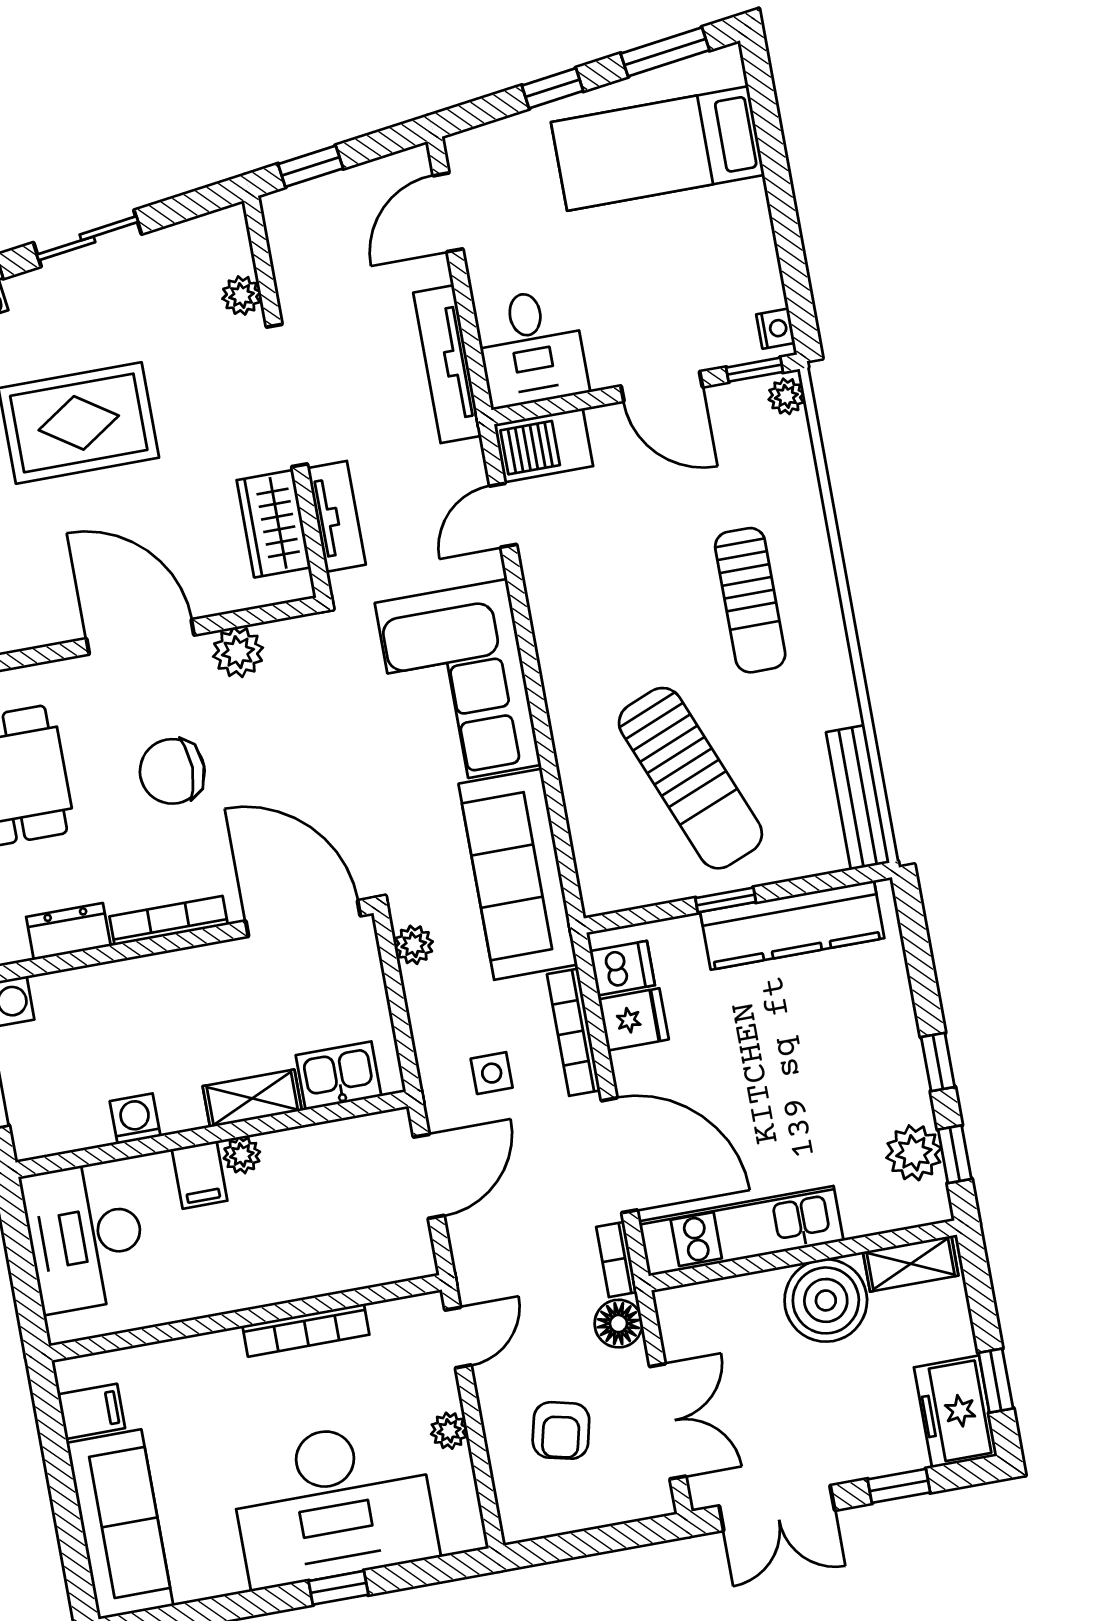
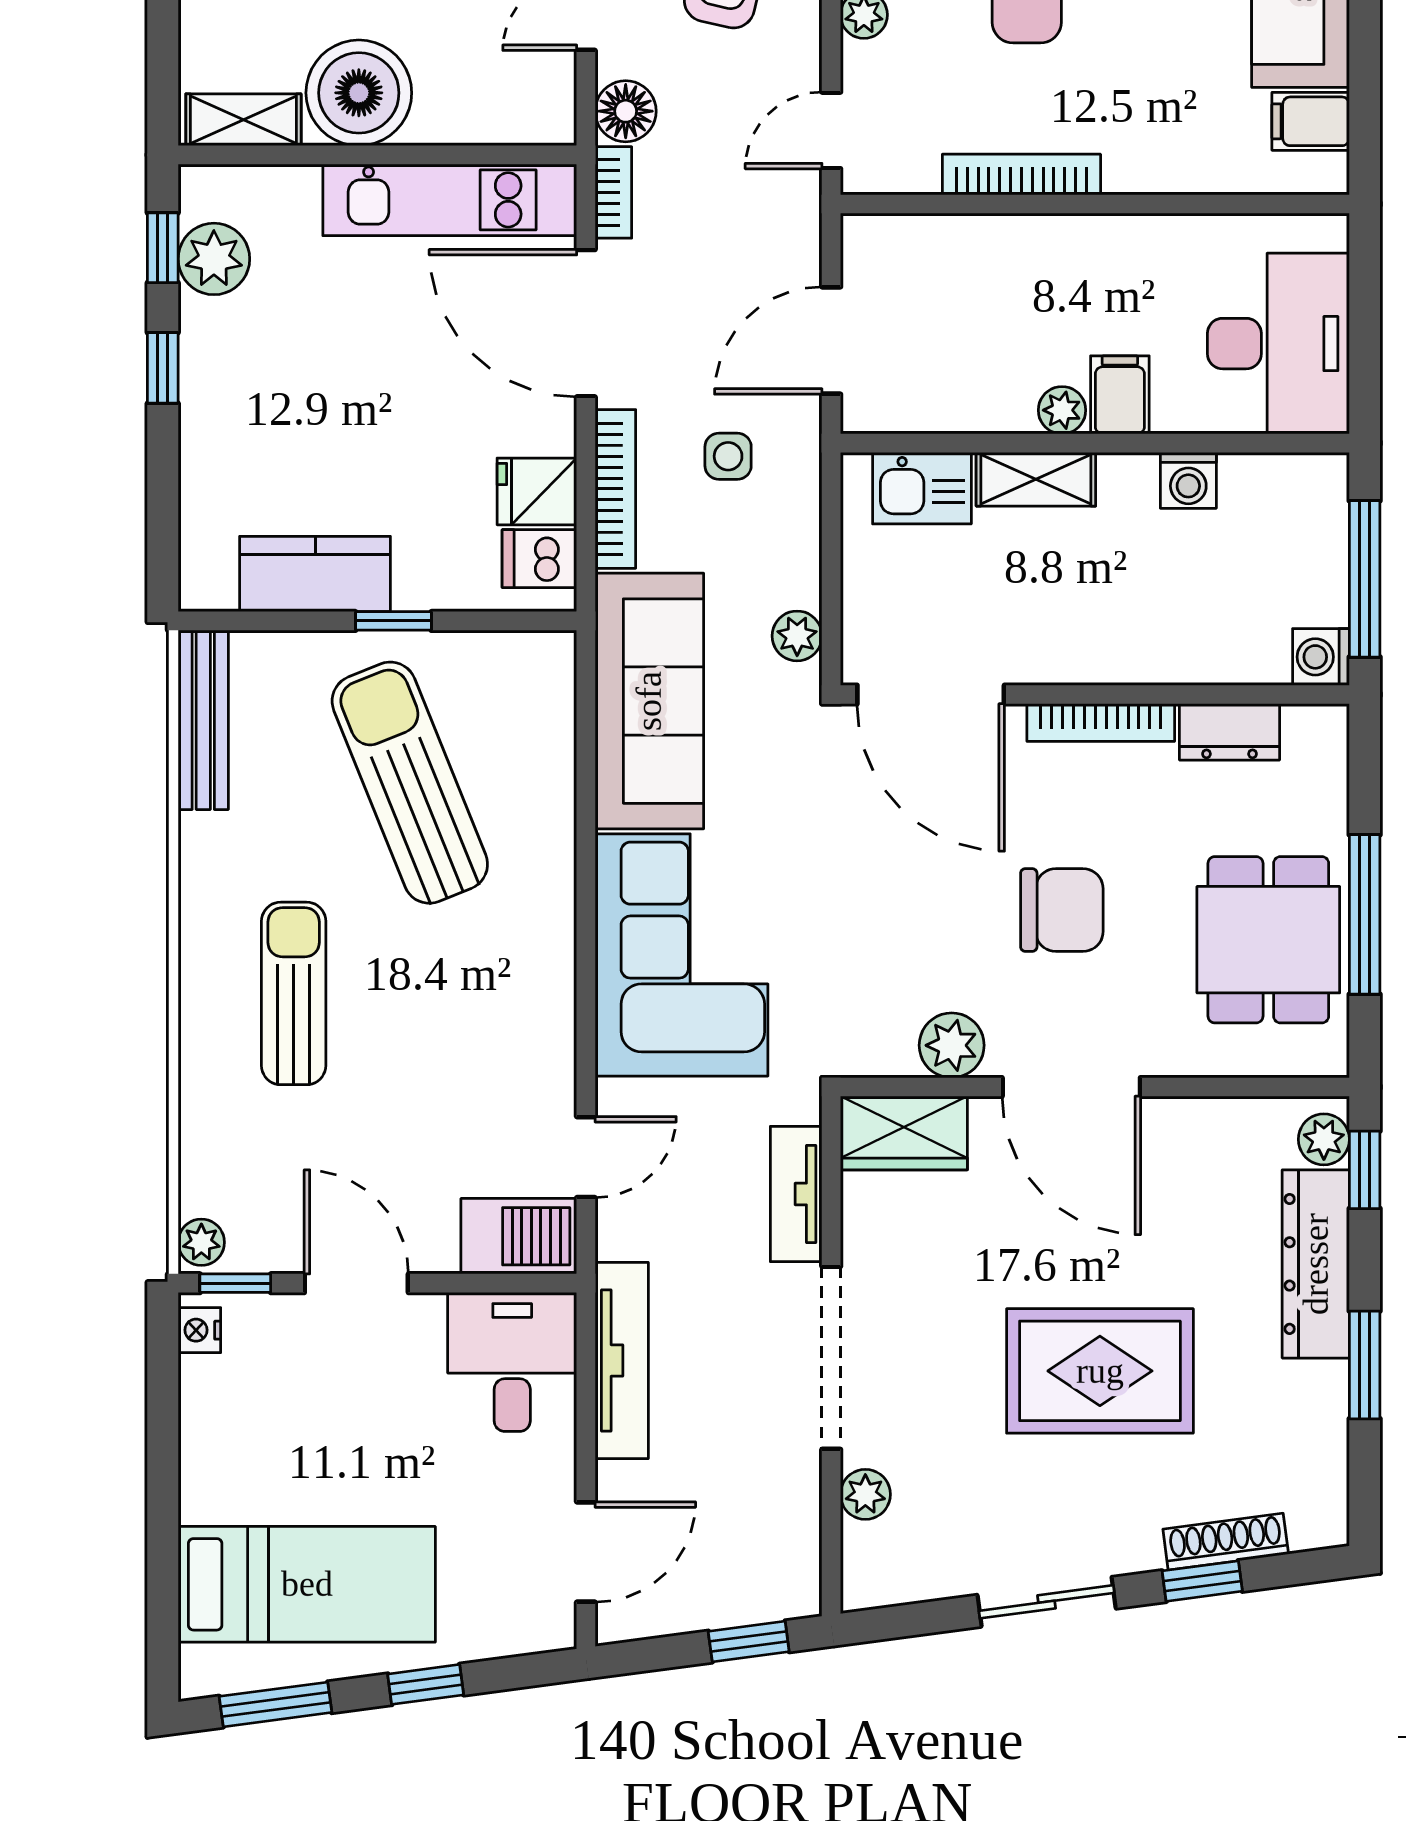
wardrobe: (274, 524) -> (904, 1133), moved, turned 90
kitchen counter: (792, 925) -> (315, 574), width x0.67

